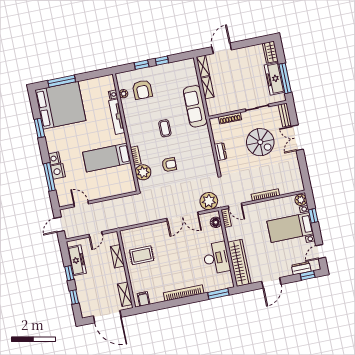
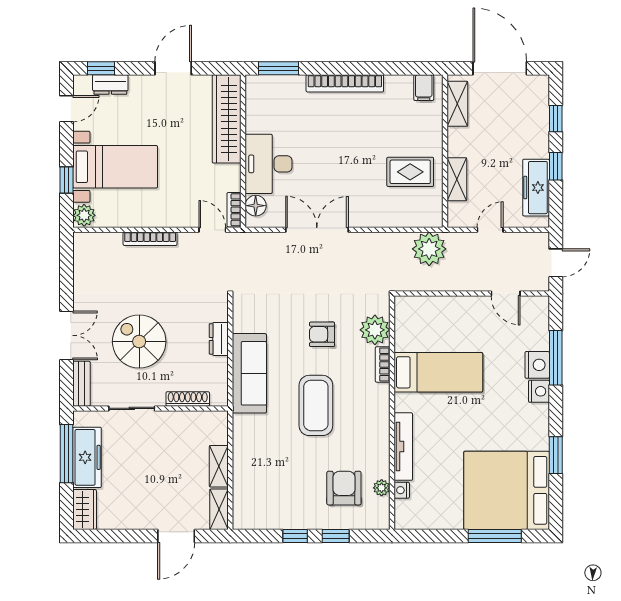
sofa: (195, 106) -> (249, 373), moved
coffee table: (165, 128) -> (316, 405), width x1.86, depth x1.72
plant: (209, 201) -> (429, 249), moved
desk: (216, 258) -> (269, 164), moved

